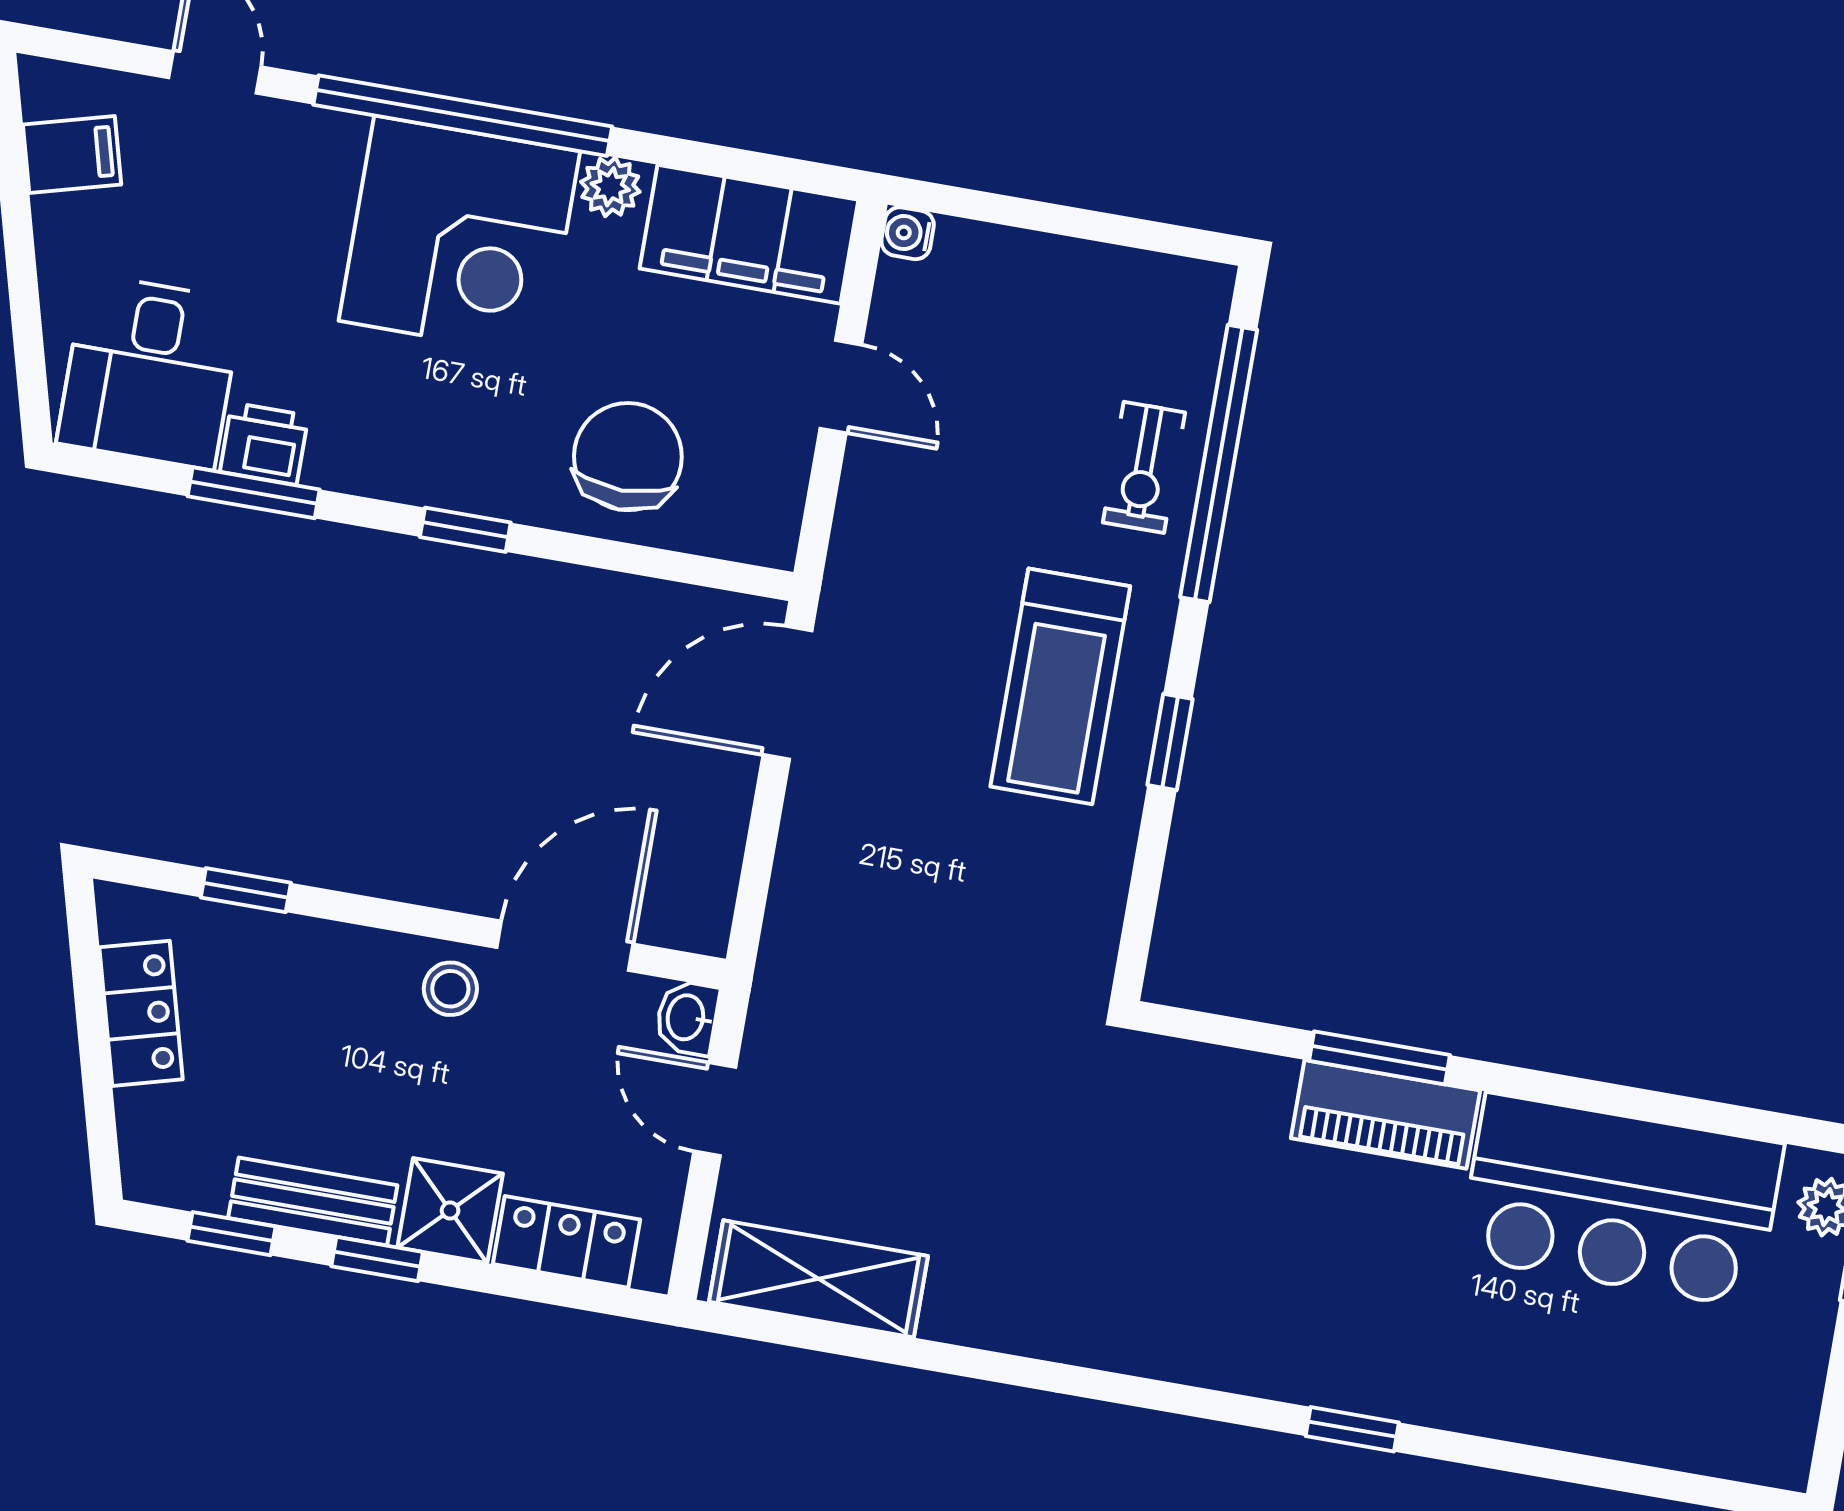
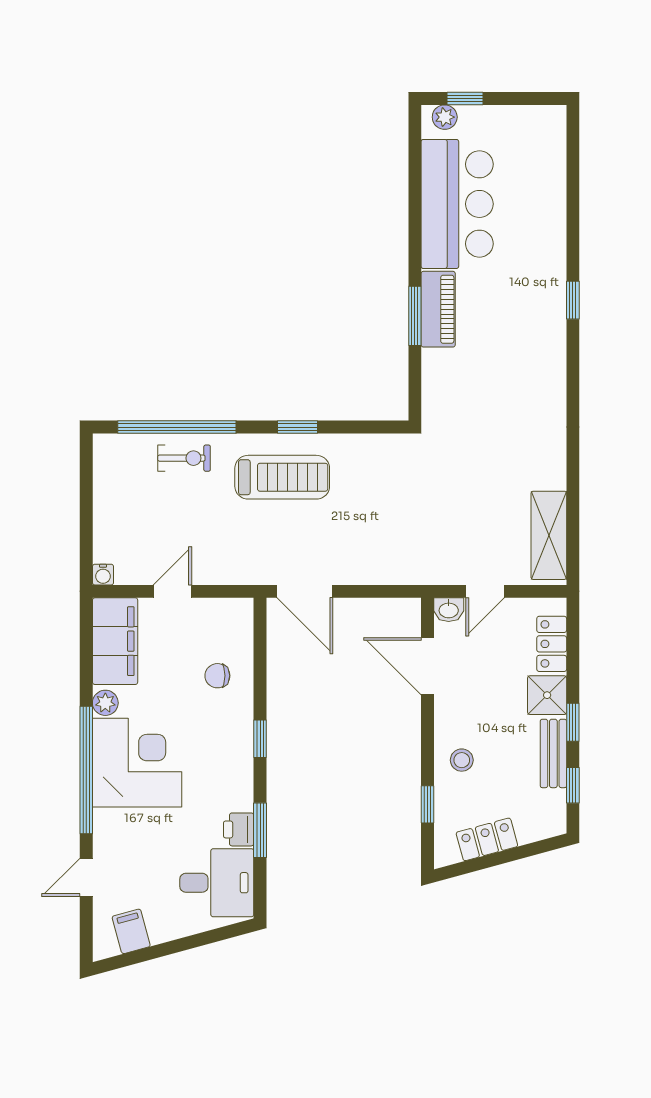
chair: (628, 457) -> (217, 676), width x0.54, depth x0.54
stool: (450, 989) -> (462, 760), moved

